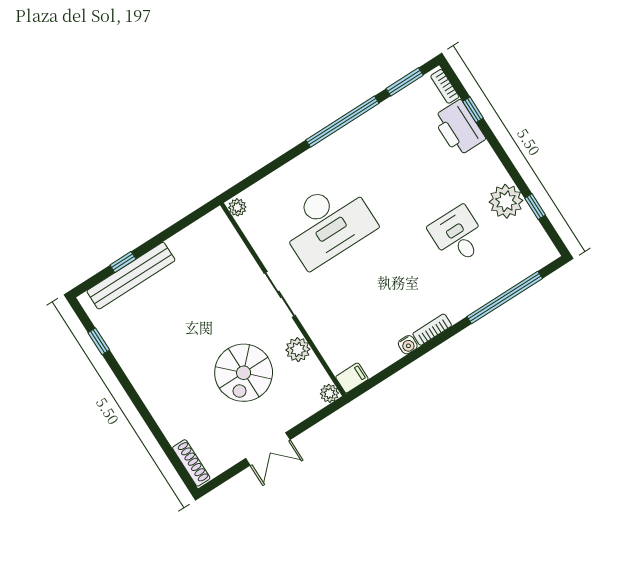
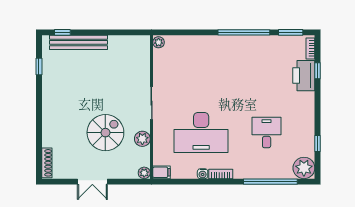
plant: (506, 201) -> (304, 168), moved
desk: (327, 223) -> (201, 133), moved
window: (123, 262) -> (62, 32), moved
spiral stairs: (244, 373) -> (105, 133), turned 180

